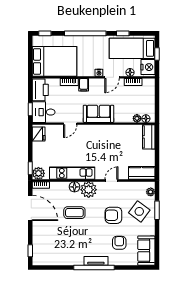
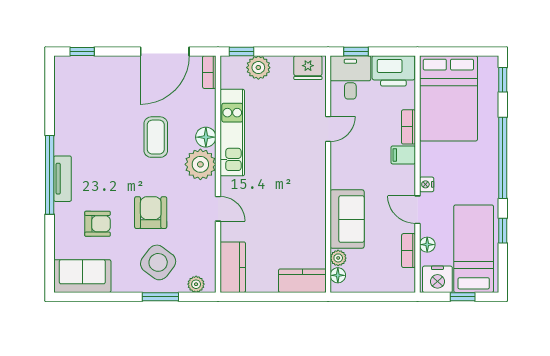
sofa: (99, 114) -> (347, 219), moved
door: (70, 124) -> (328, 129), swing flipped
plant: (38, 173) -> (258, 68), moved

